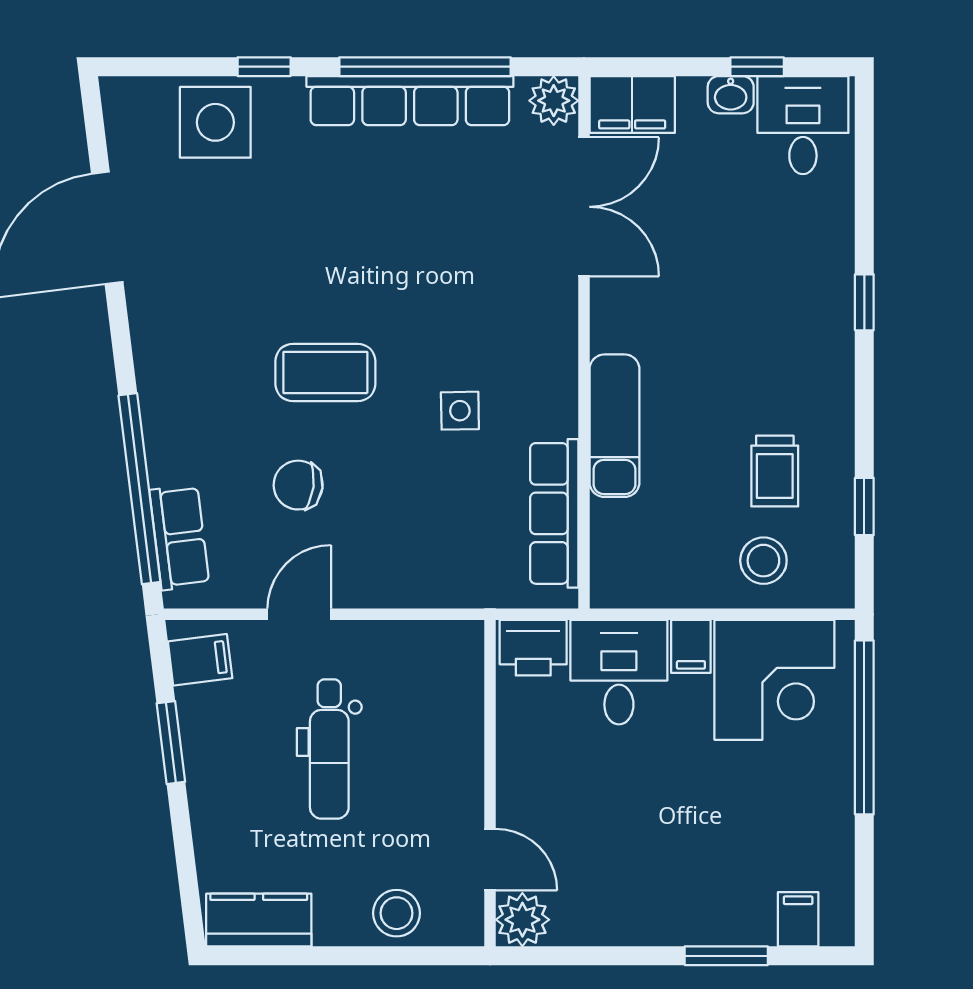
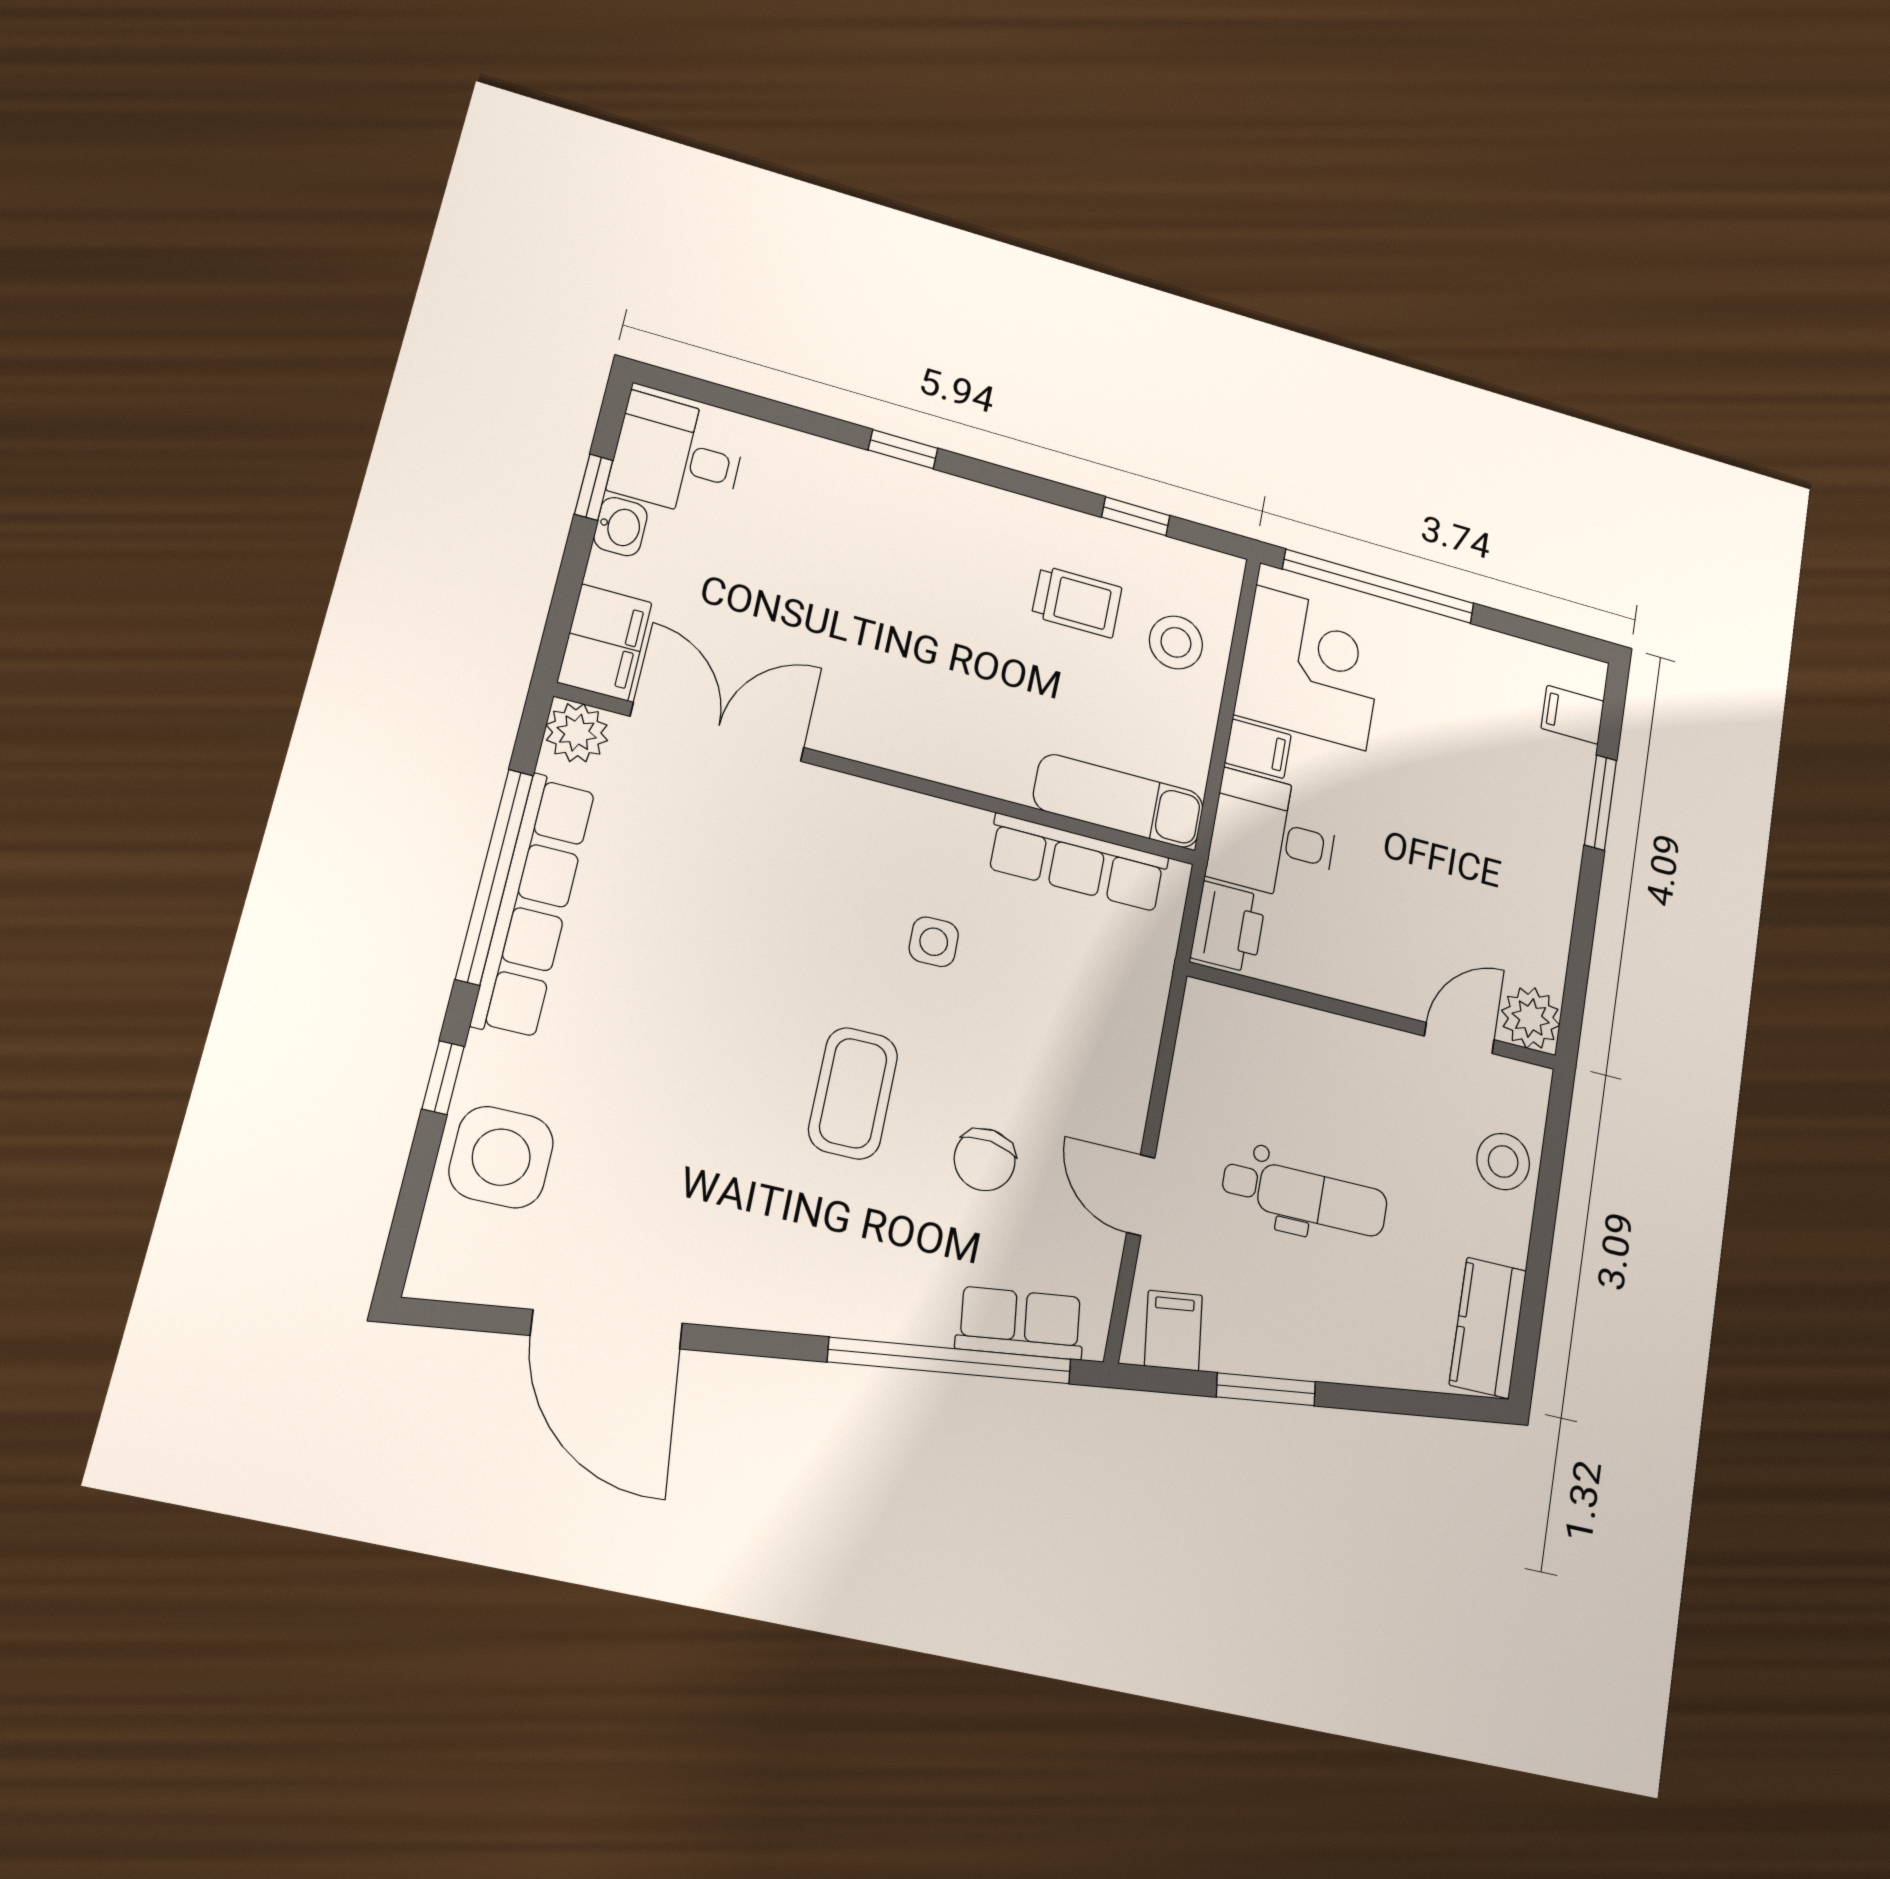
exam couch: (614, 426) -> (1119, 801), moved

